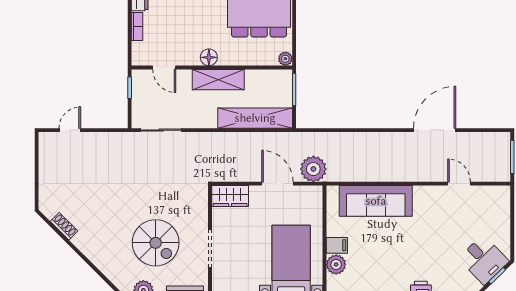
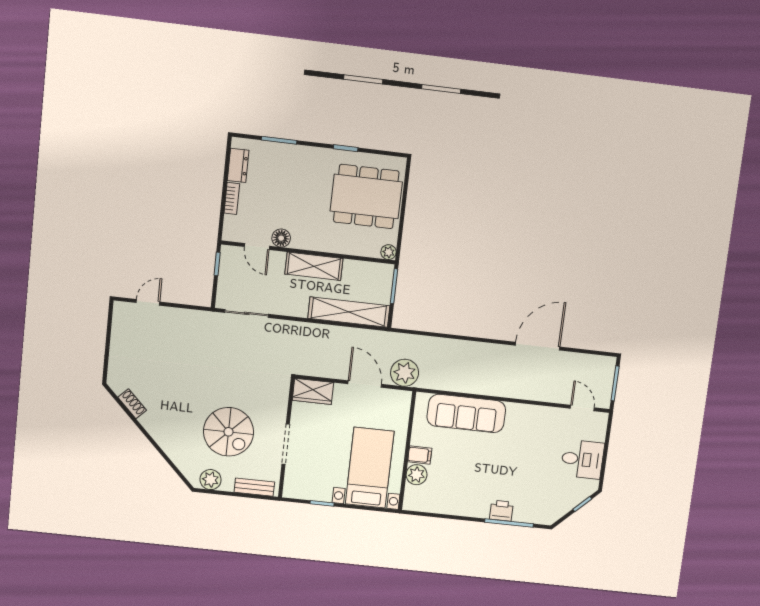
floor lamp: (209, 57) -> (281, 238), moved
door: (459, 184) -> (582, 408), moved
desk: (484, 260) -> (582, 459), moved, turned -46

